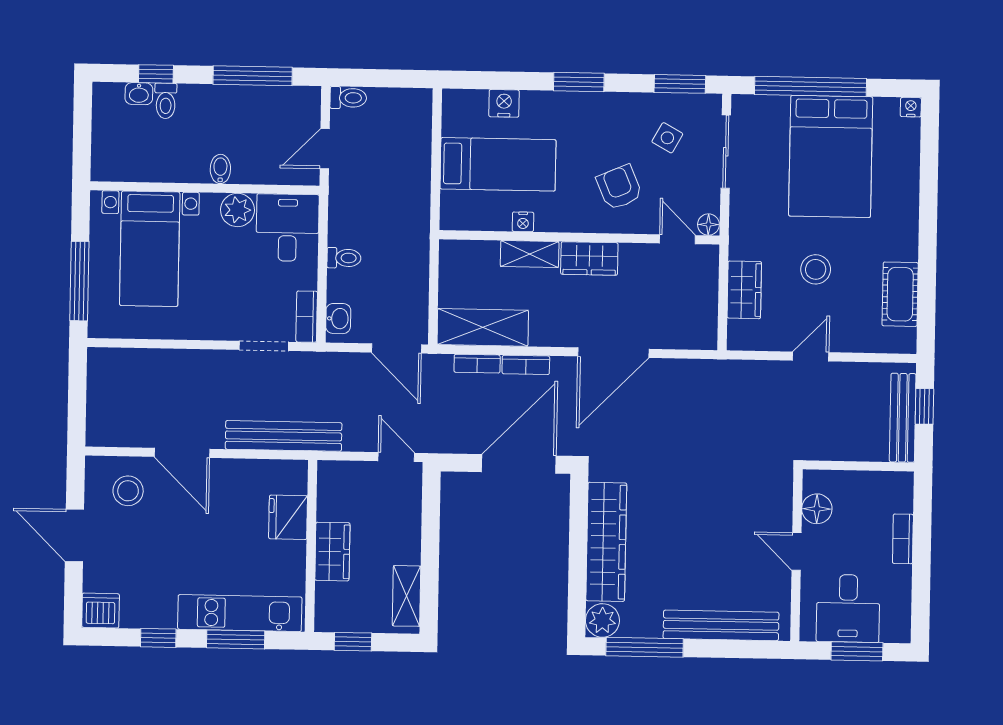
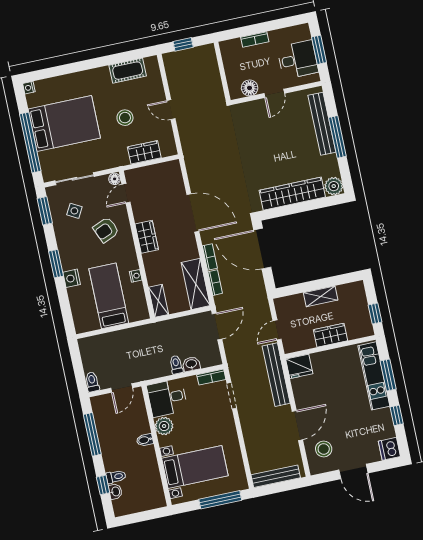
nightstand: (504, 103) -> (72, 278), moved
door: (325, 149) -> (122, 388), hinge flipped
shelving: (530, 254) -> (158, 301), moved
washbasin: (338, 319) -> (191, 364), moved
bench: (903, 418) -> (276, 476), moved
door: (396, 457) -> (277, 330), moved
fridge: (288, 517) -> (299, 366), moved
door: (74, 535) -> (353, 471), hinge flipped
shelving: (406, 596) -> (321, 296), moved
window: (645, 647) -> (337, 137), moved

